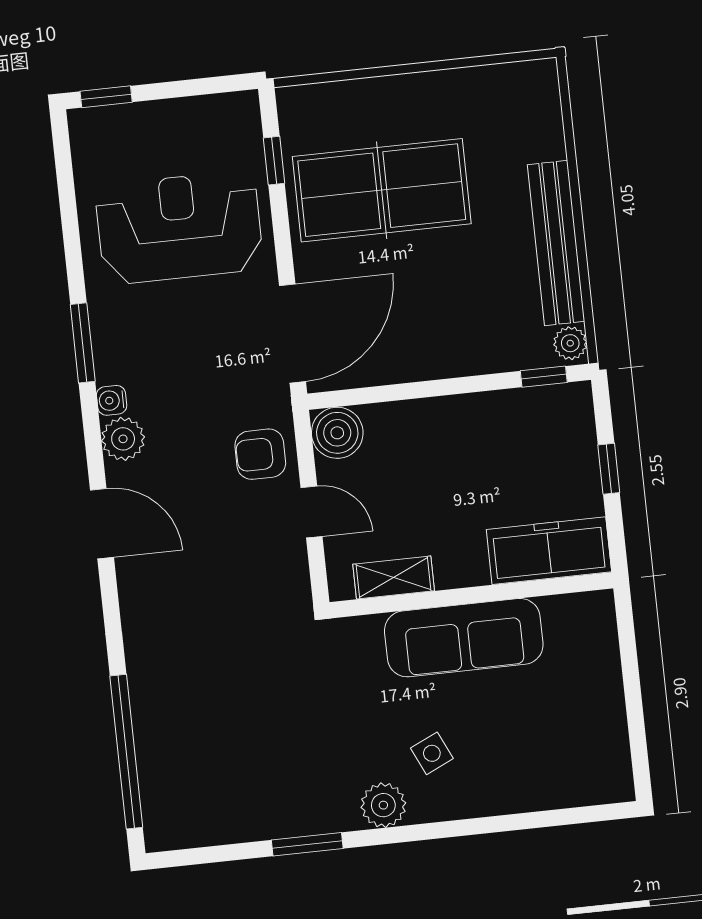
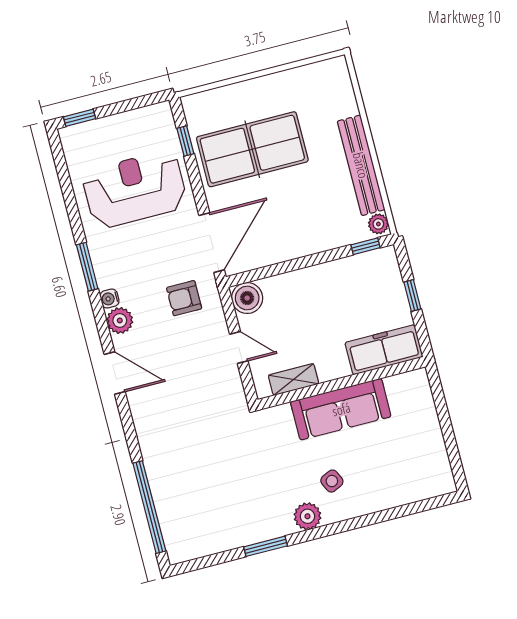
armchair: (260, 454) -> (184, 298), moved

